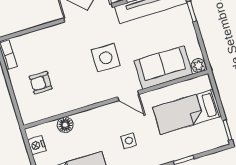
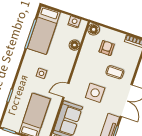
coffee table: (63, 51) -> (115, 72), added
floor lamp: (29, 115) -> (94, 29), added

